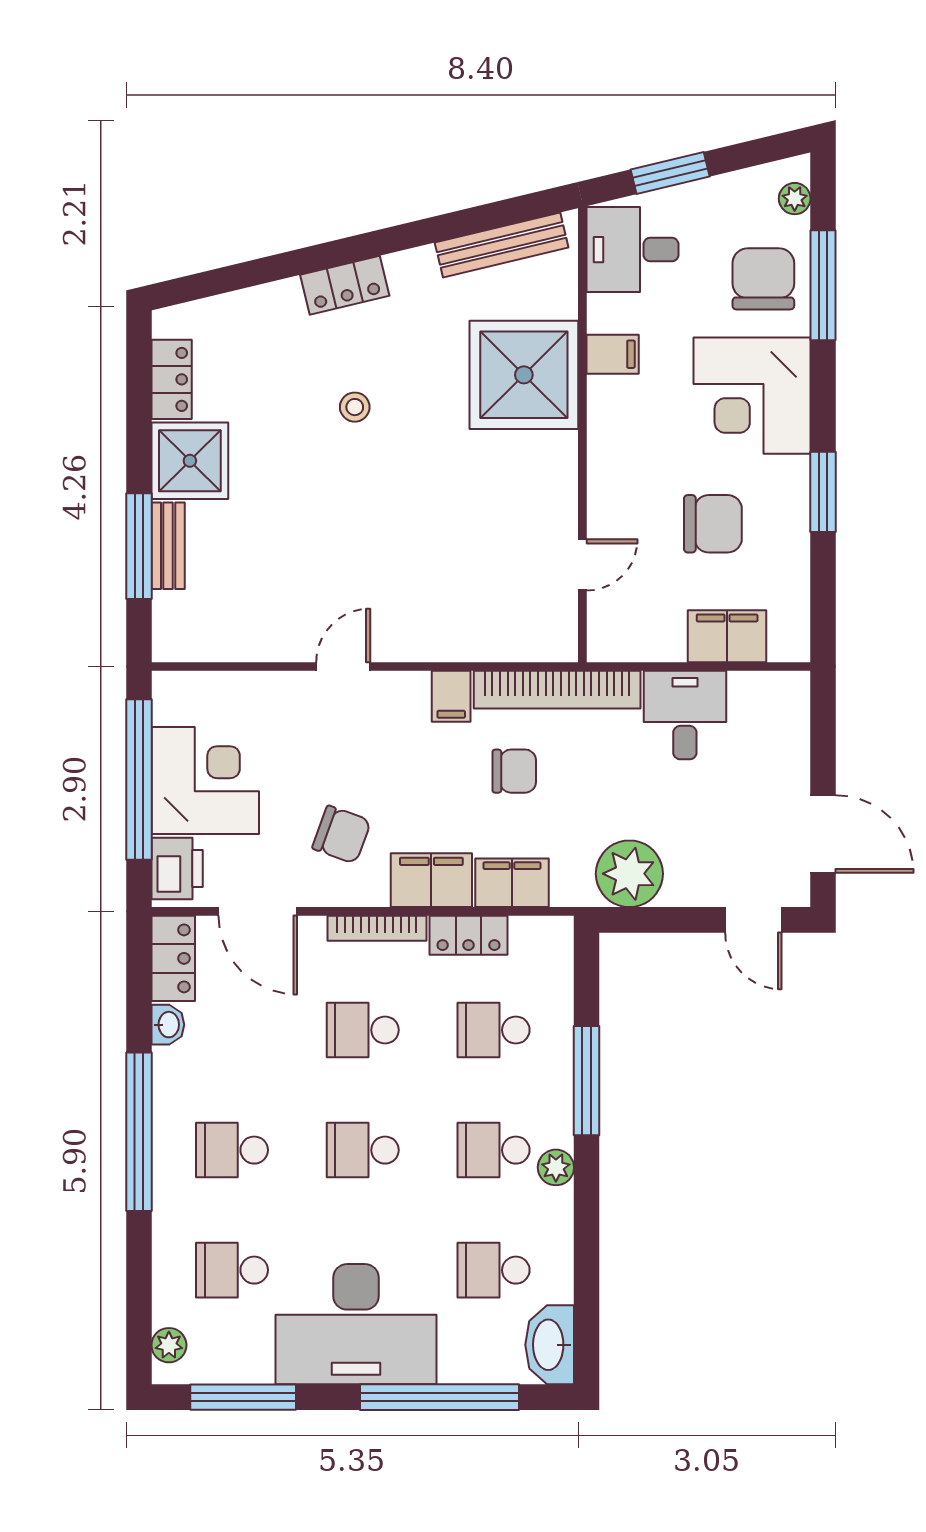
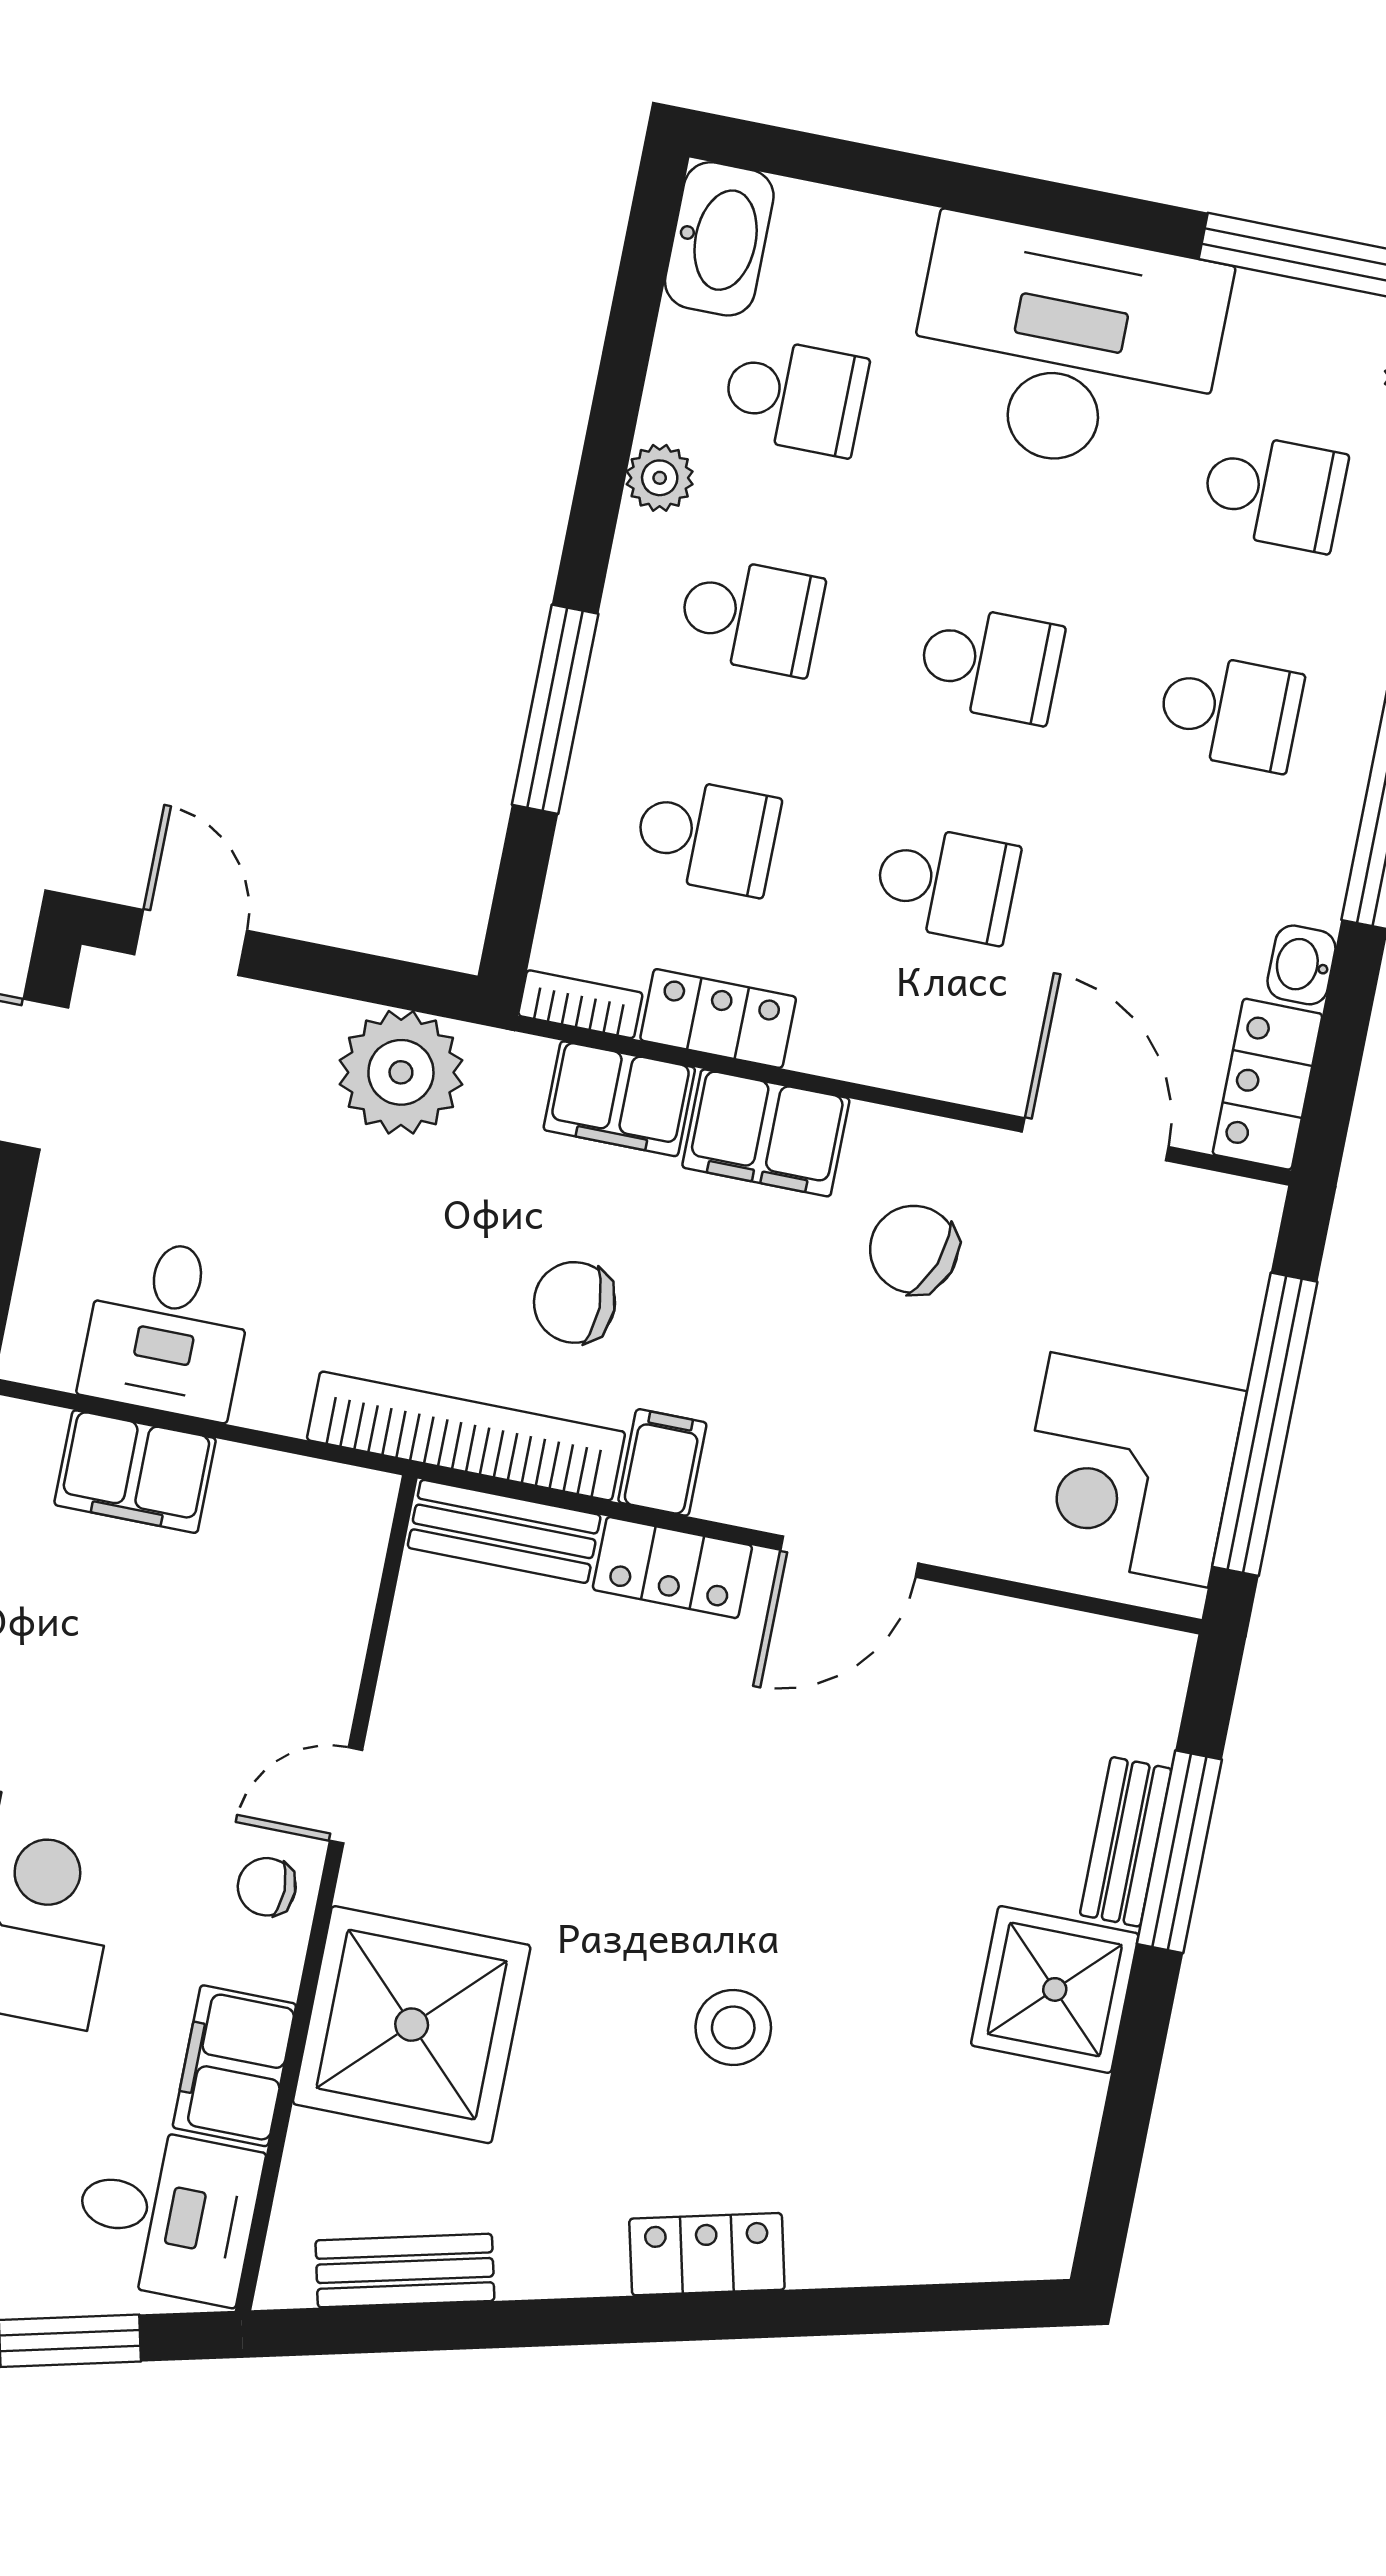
bench: (502, 245) -> (405, 2271), width x0.73
filing cabinet: (613, 354) -> (234, 2066), width x2.00
locker: (172, 379) -> (672, 1568), moved, turned -90
stool: (355, 407) -> (733, 2027), width x1.37, depth x1.37
chair: (713, 524) -> (267, 1887), moved, width x0.54, depth x0.54
door: (582, 565) -> (346, 1795), moved
bench: (527, 644) -> (504, 1531), added
door: (343, 666) -> (849, 1557), width x1.38
desk: (685, 715) -> (167, 1328), moved
corner desk: (205, 780) -> (1129, 1470), moved
printer: (177, 868) -> (1227, 1247), removed
bookcase: (377, 928) -> (580, 1004), moved, width x0.64
plant: (556, 1167) -> (660, 478), moved
window: (439, 1397) -> (940, 183), removed

